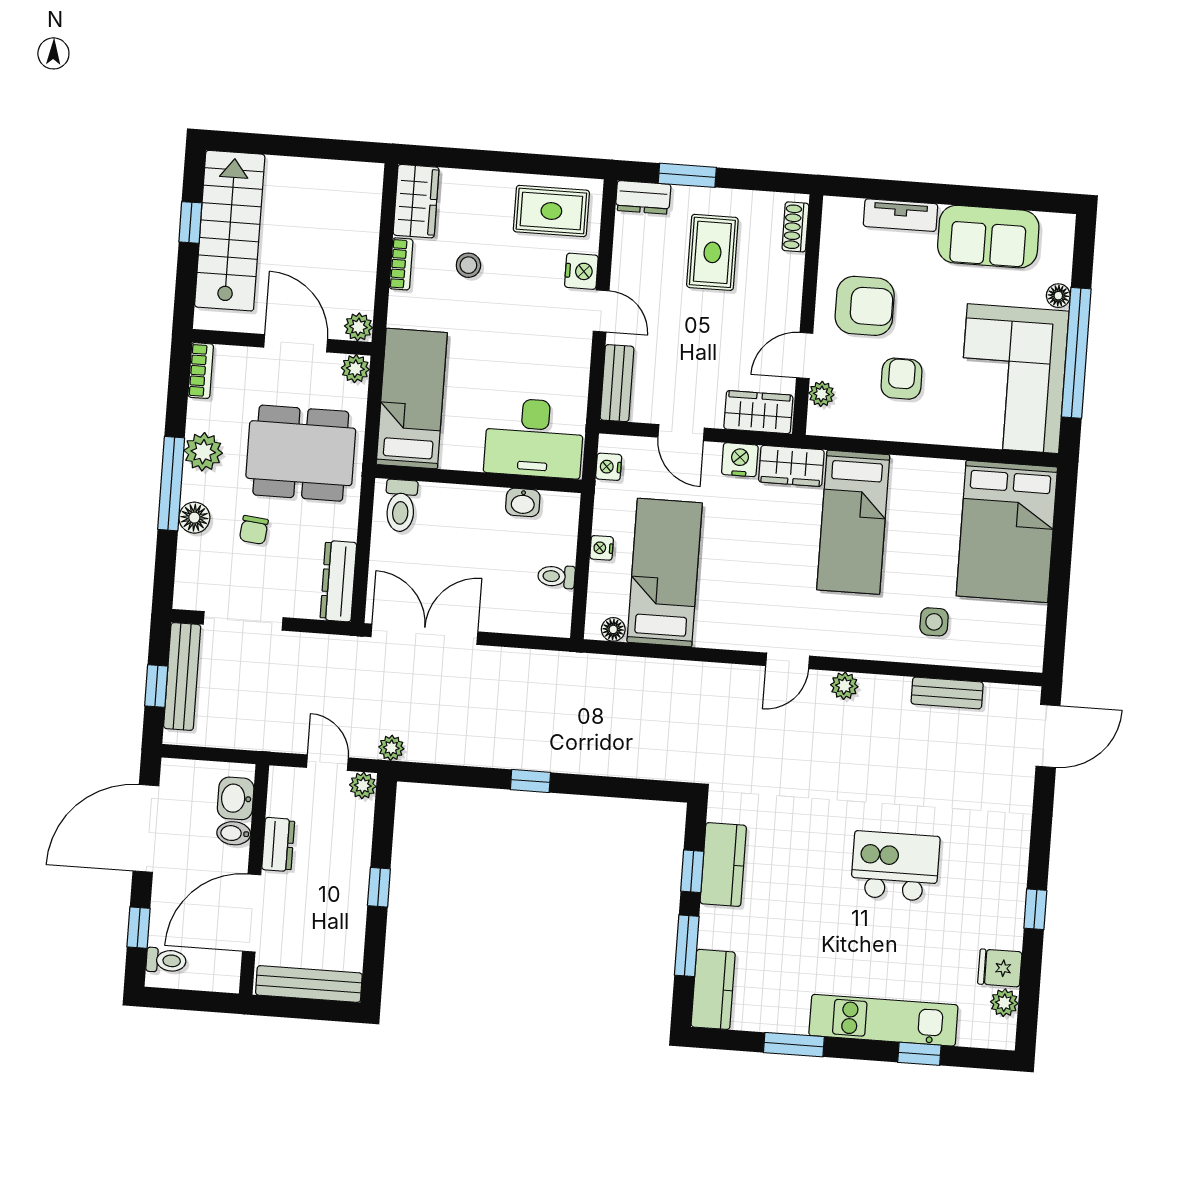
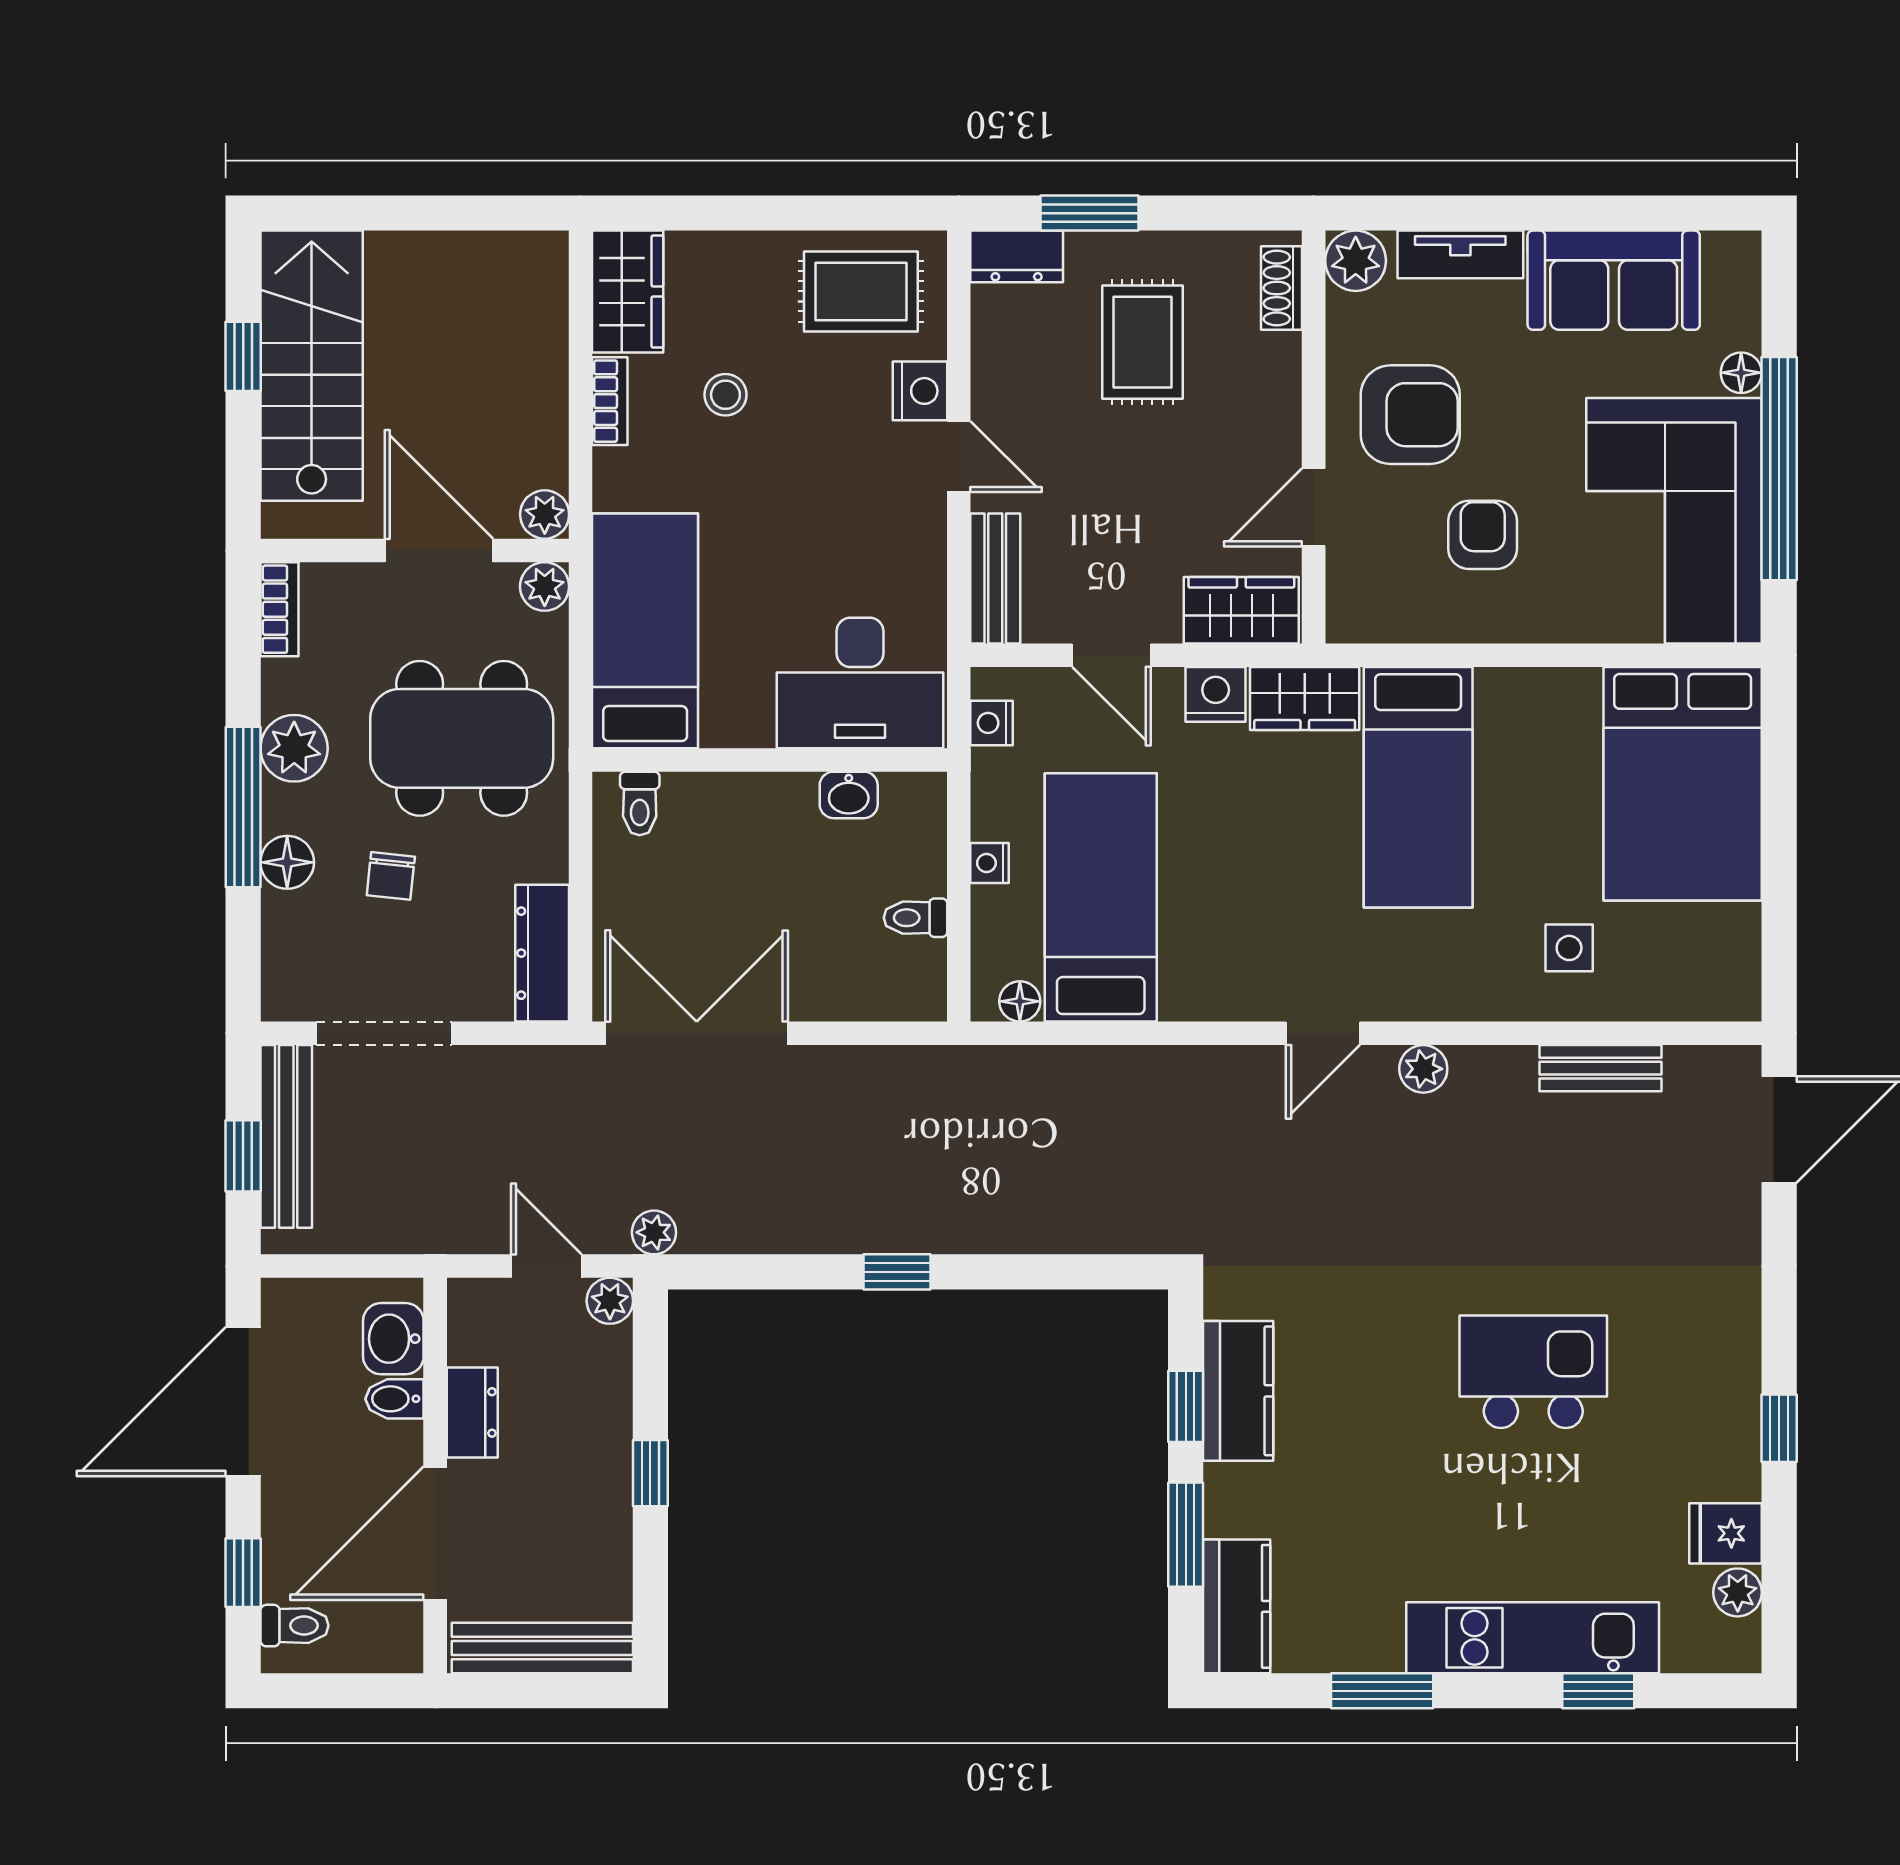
plant: (821, 394) -> (1356, 261), moved, width x1.38, depth x1.38
toilet: (401, 506) -> (640, 804), width x0.73, depth x0.72

